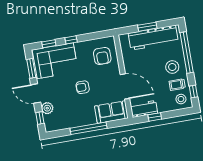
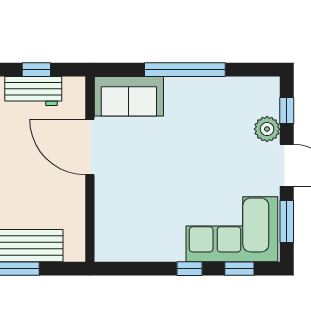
armchair: (102, 56) -> (128, 222), removed
armchair: (83, 87) -> (182, 161), removed
workbench: (144, 109) -> (33, 91), moved

